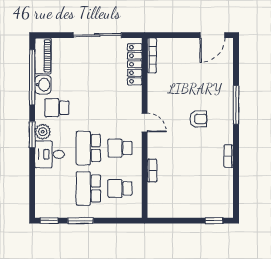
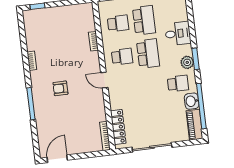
desk: (50, 154) -> (178, 34), moved

